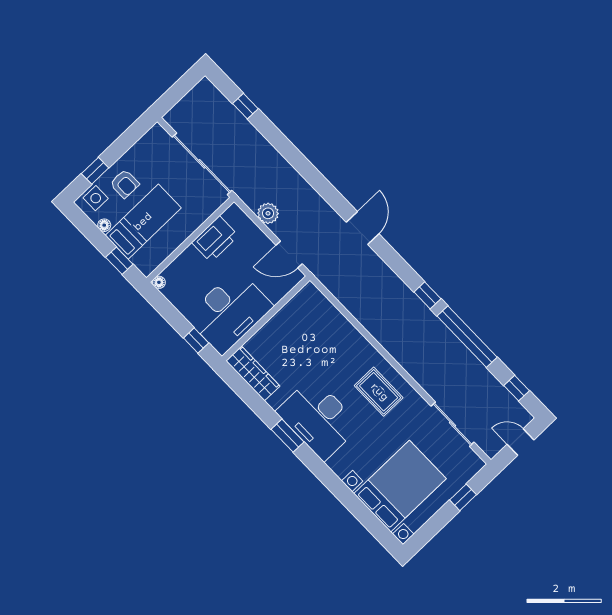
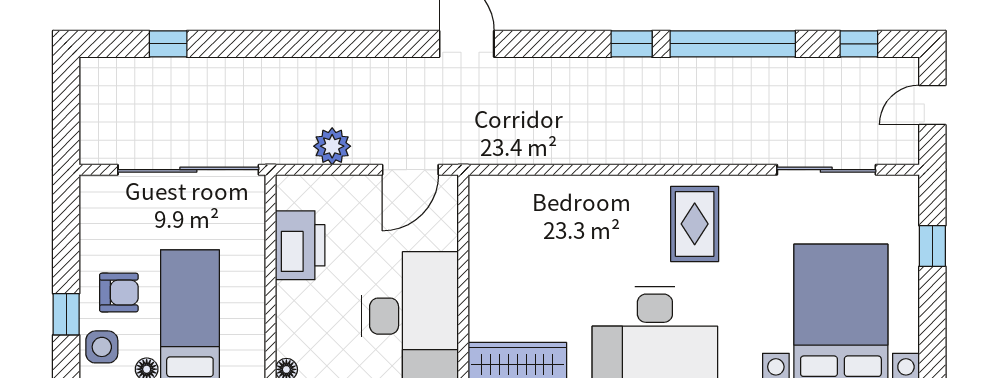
rug: (379, 392) -> (695, 224), turned 90

